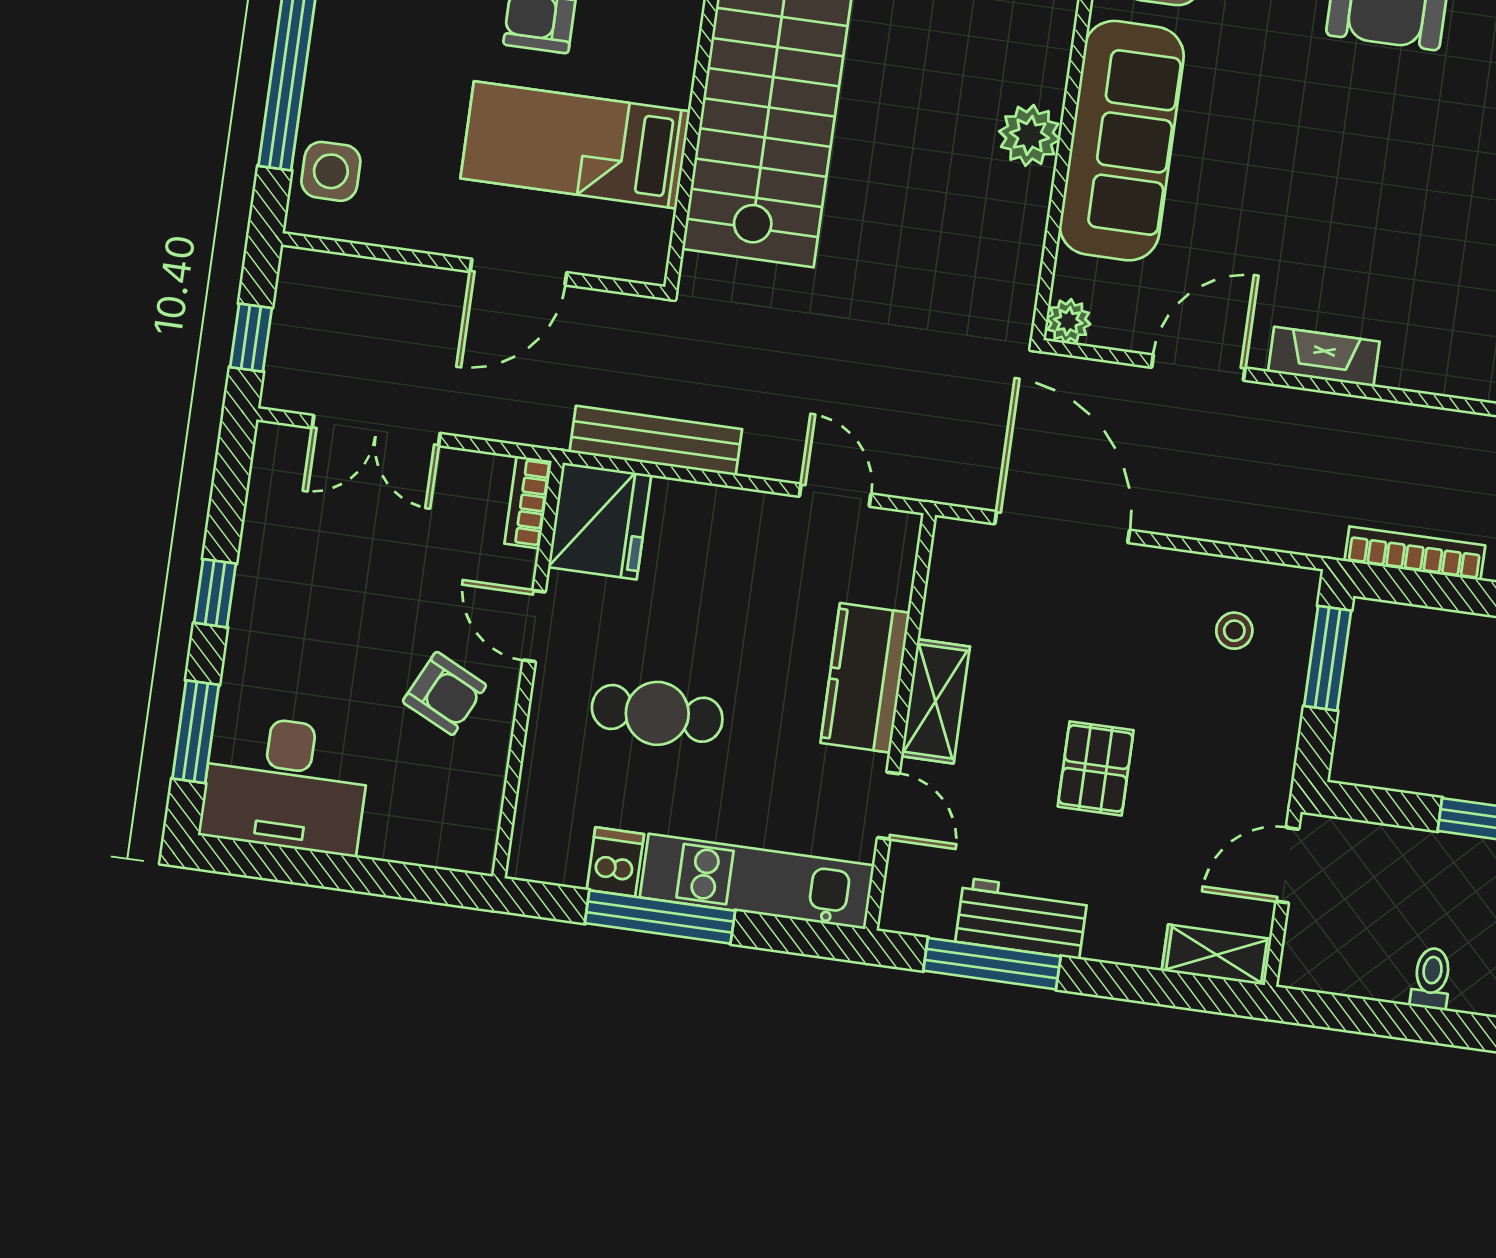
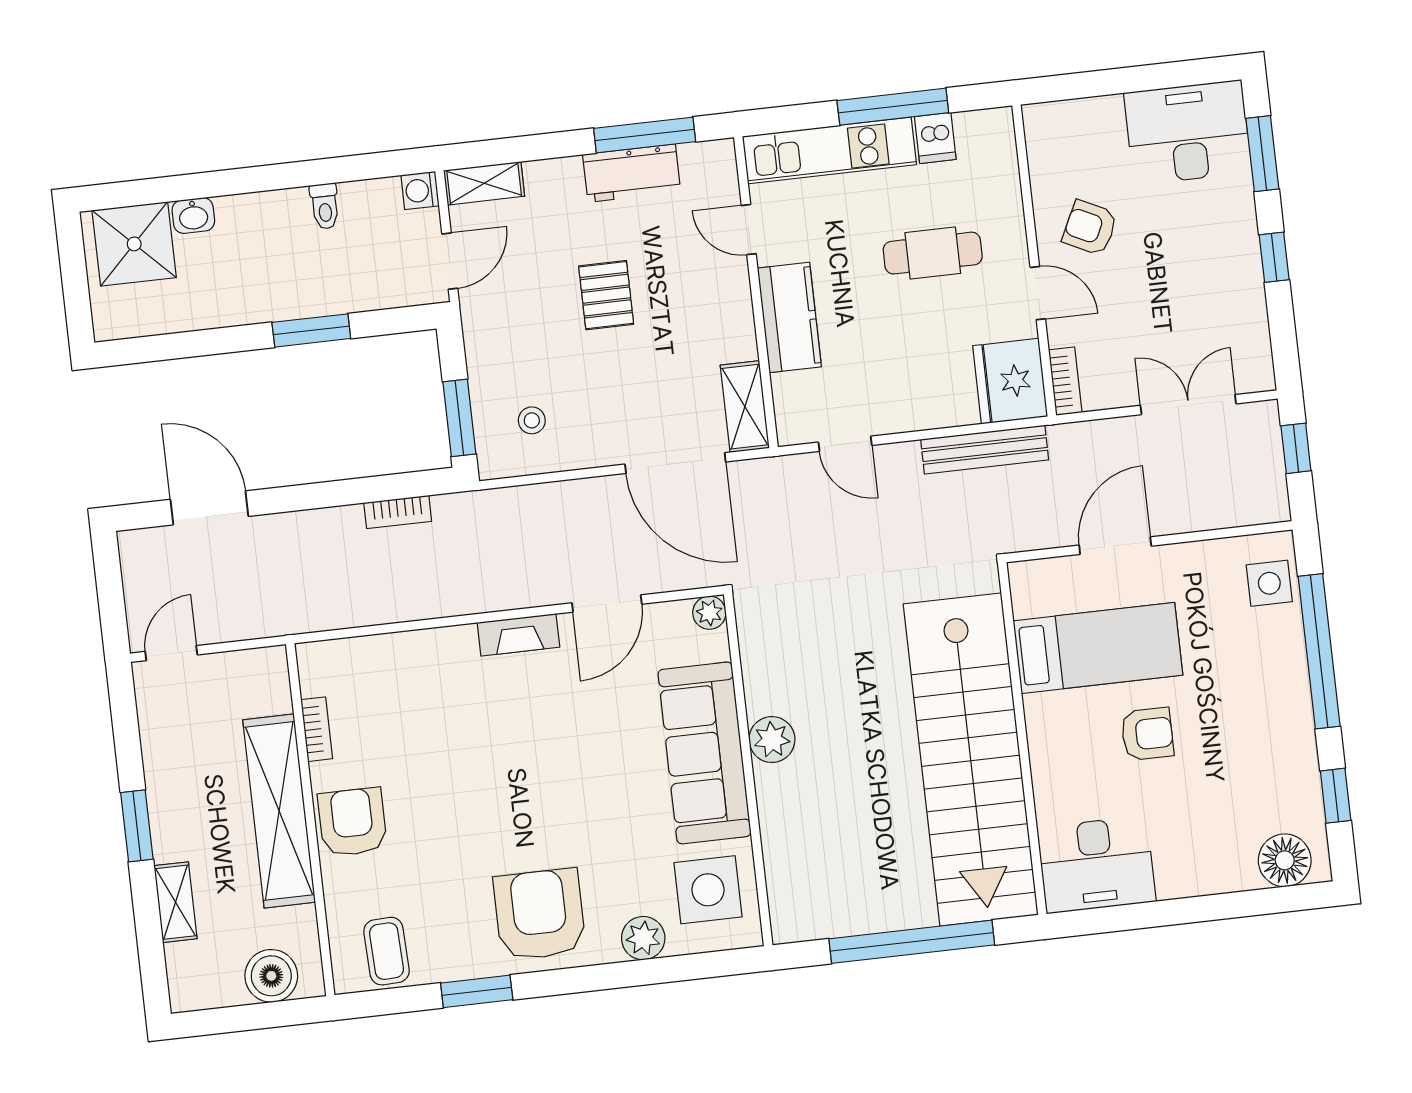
bookcase: (1415, 553) -> (398, 512), width x0.64
shelving: (935, 701) -> (745, 407), moved
washing machine: (1302, 967) -> (420, 190), added

